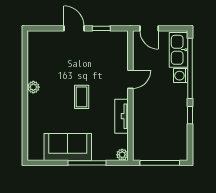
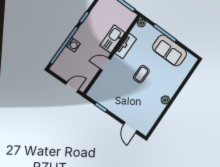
door: (74, 28) -> (130, 127), moved
door: (149, 28) -> (72, 87), hinge flipped
kitchen sink: (178, 50) -> (112, 39), moved, turned 180

